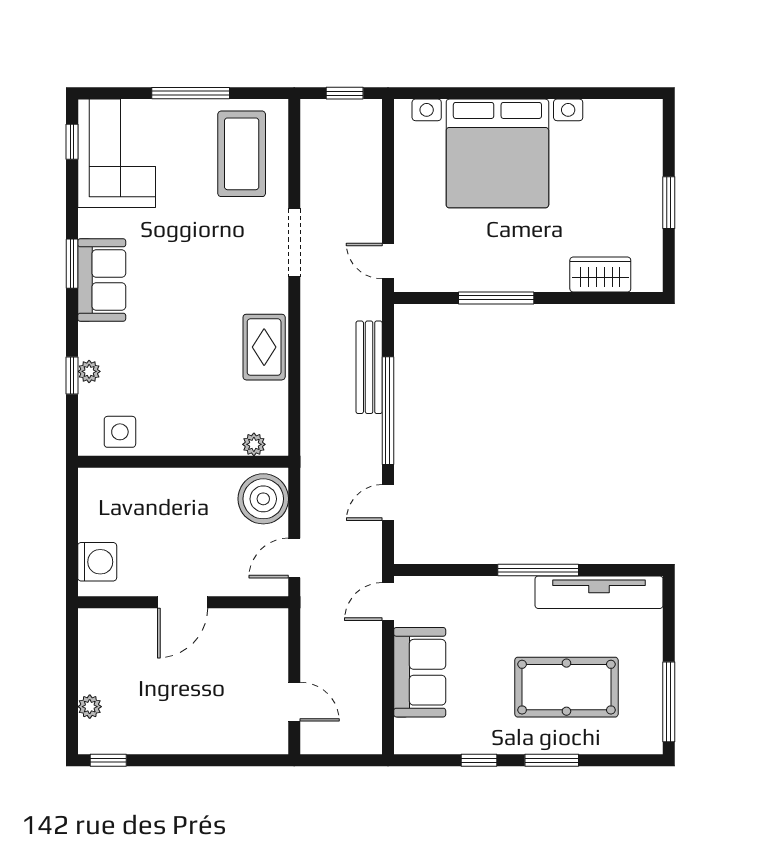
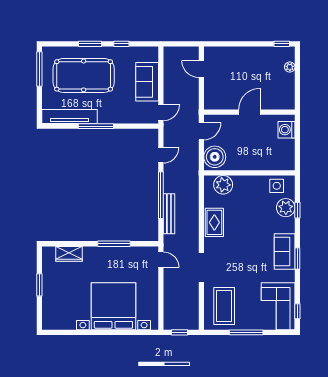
plant: (89, 371) -> (286, 208), width x1.88, depth x1.88
plant: (254, 444) -> (223, 185), width x1.88, depth x1.88
pool table: (566, 687) -> (84, 75), width x1.36, depth x1.32

